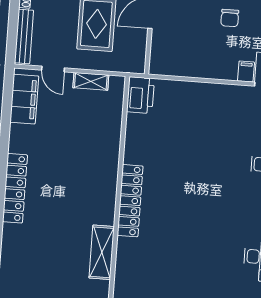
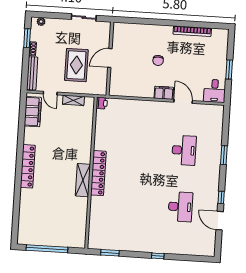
filing cabinet: (246, 72) -> (164, 93), width x2.00
printer: (140, 95) -> (102, 103), width x0.53, depth x0.68
shelving: (102, 252) -> (83, 180), moved

